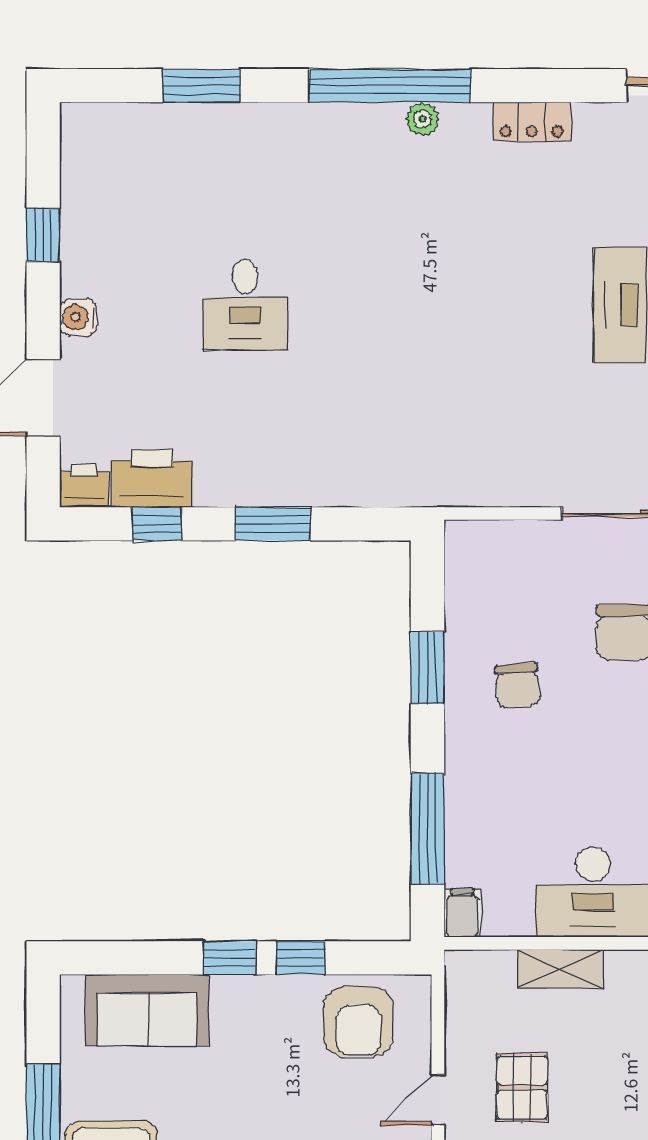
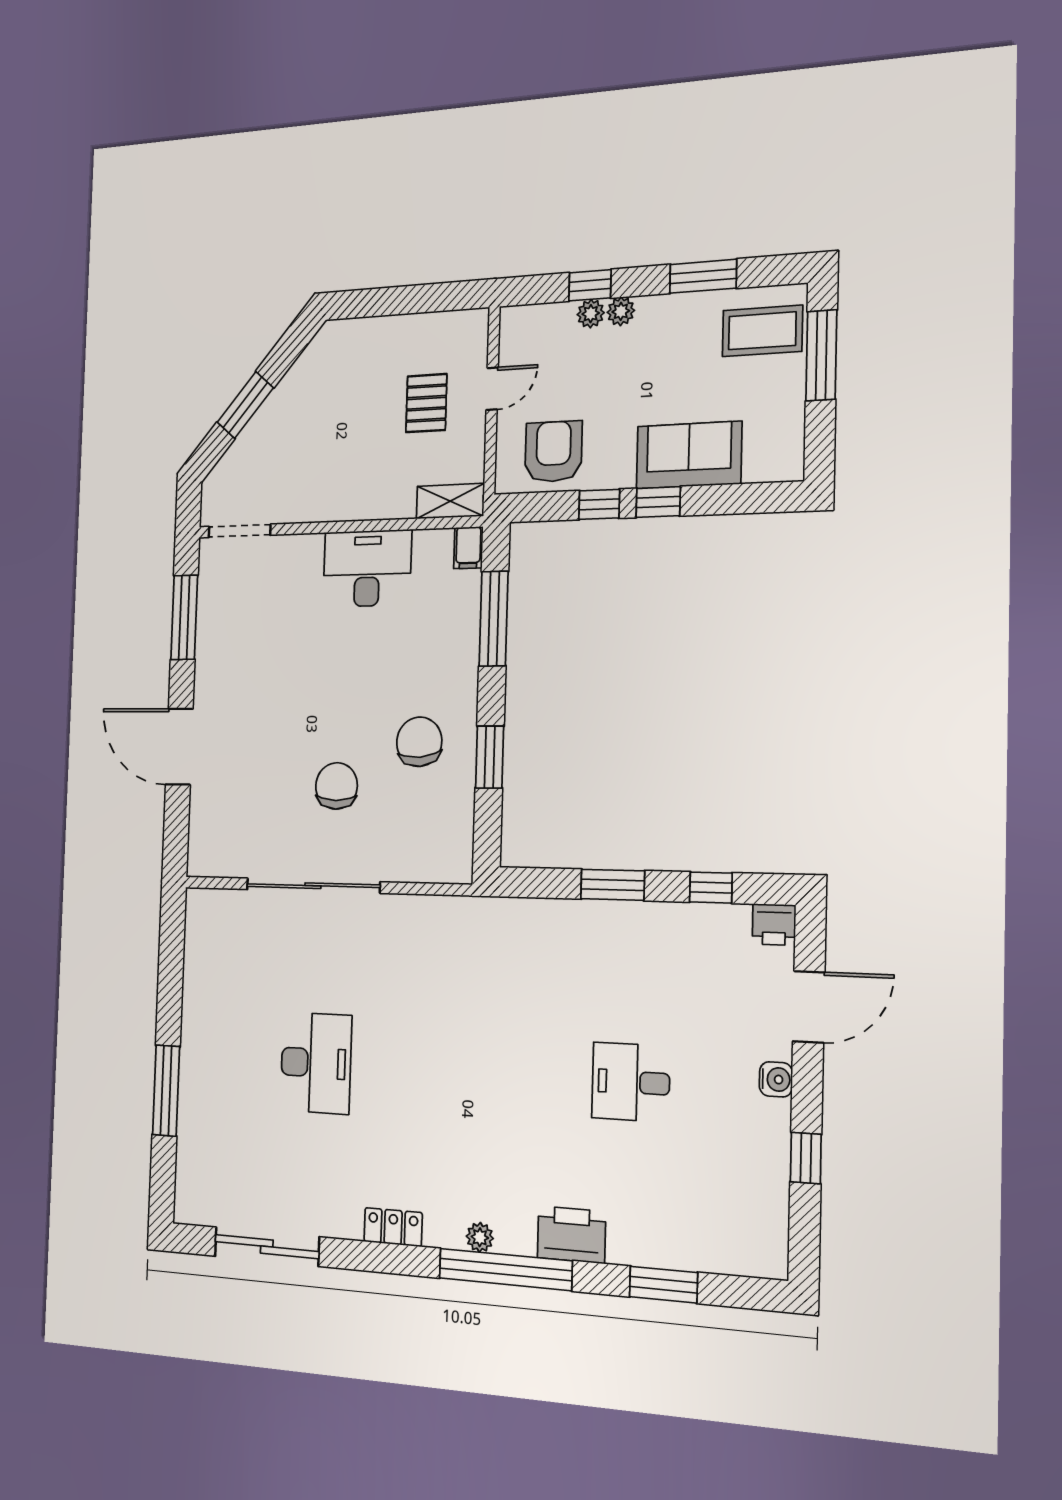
desk: (245, 305) -> (631, 1082), turned -90
printer: (152, 478) -> (571, 1235), moved, turned 180
chair: (518, 685) -> (419, 742), width x1.37, depth x1.37
shelving: (560, 969) -> (450, 501), moved
sofa: (147, 1010) -> (689, 455), moved

